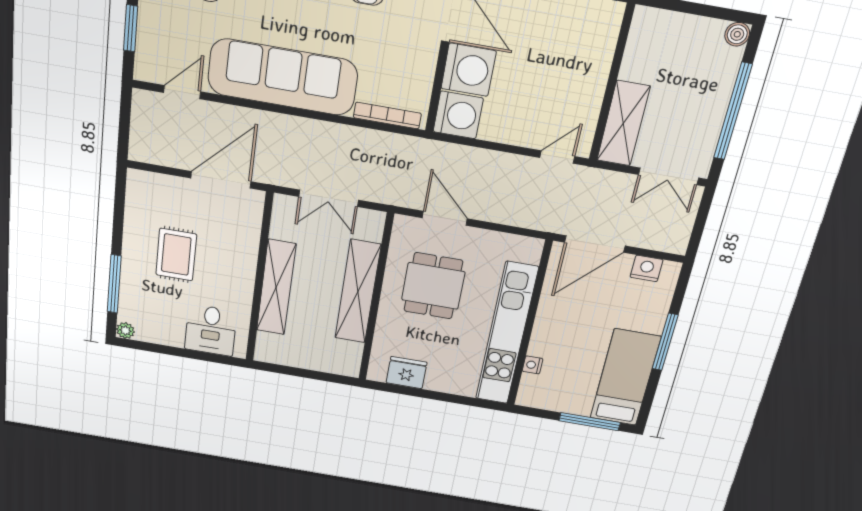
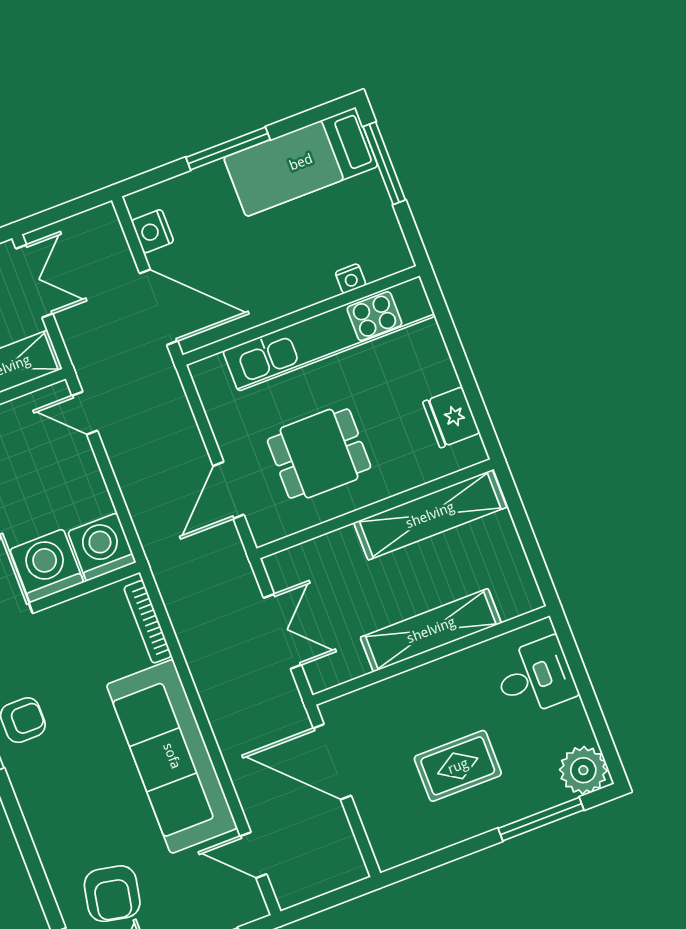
shelving: (358, 292) -> (430, 515), moved
plant: (125, 331) -> (583, 770), width x1.88, depth x1.88

